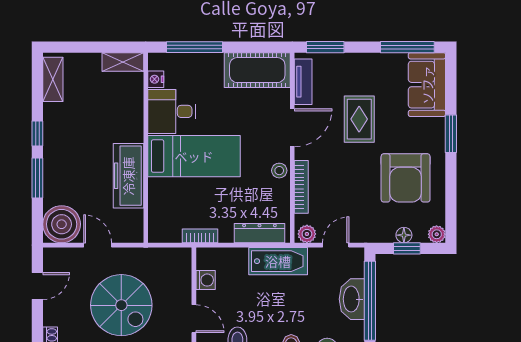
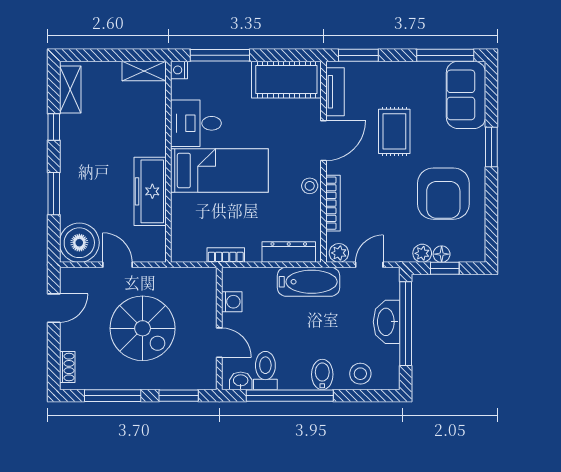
nightstand: (156, 79) -> (179, 70), moved
window: (37, 134) -> (54, 127), moved
plant: (437, 234) -> (422, 253), moved

